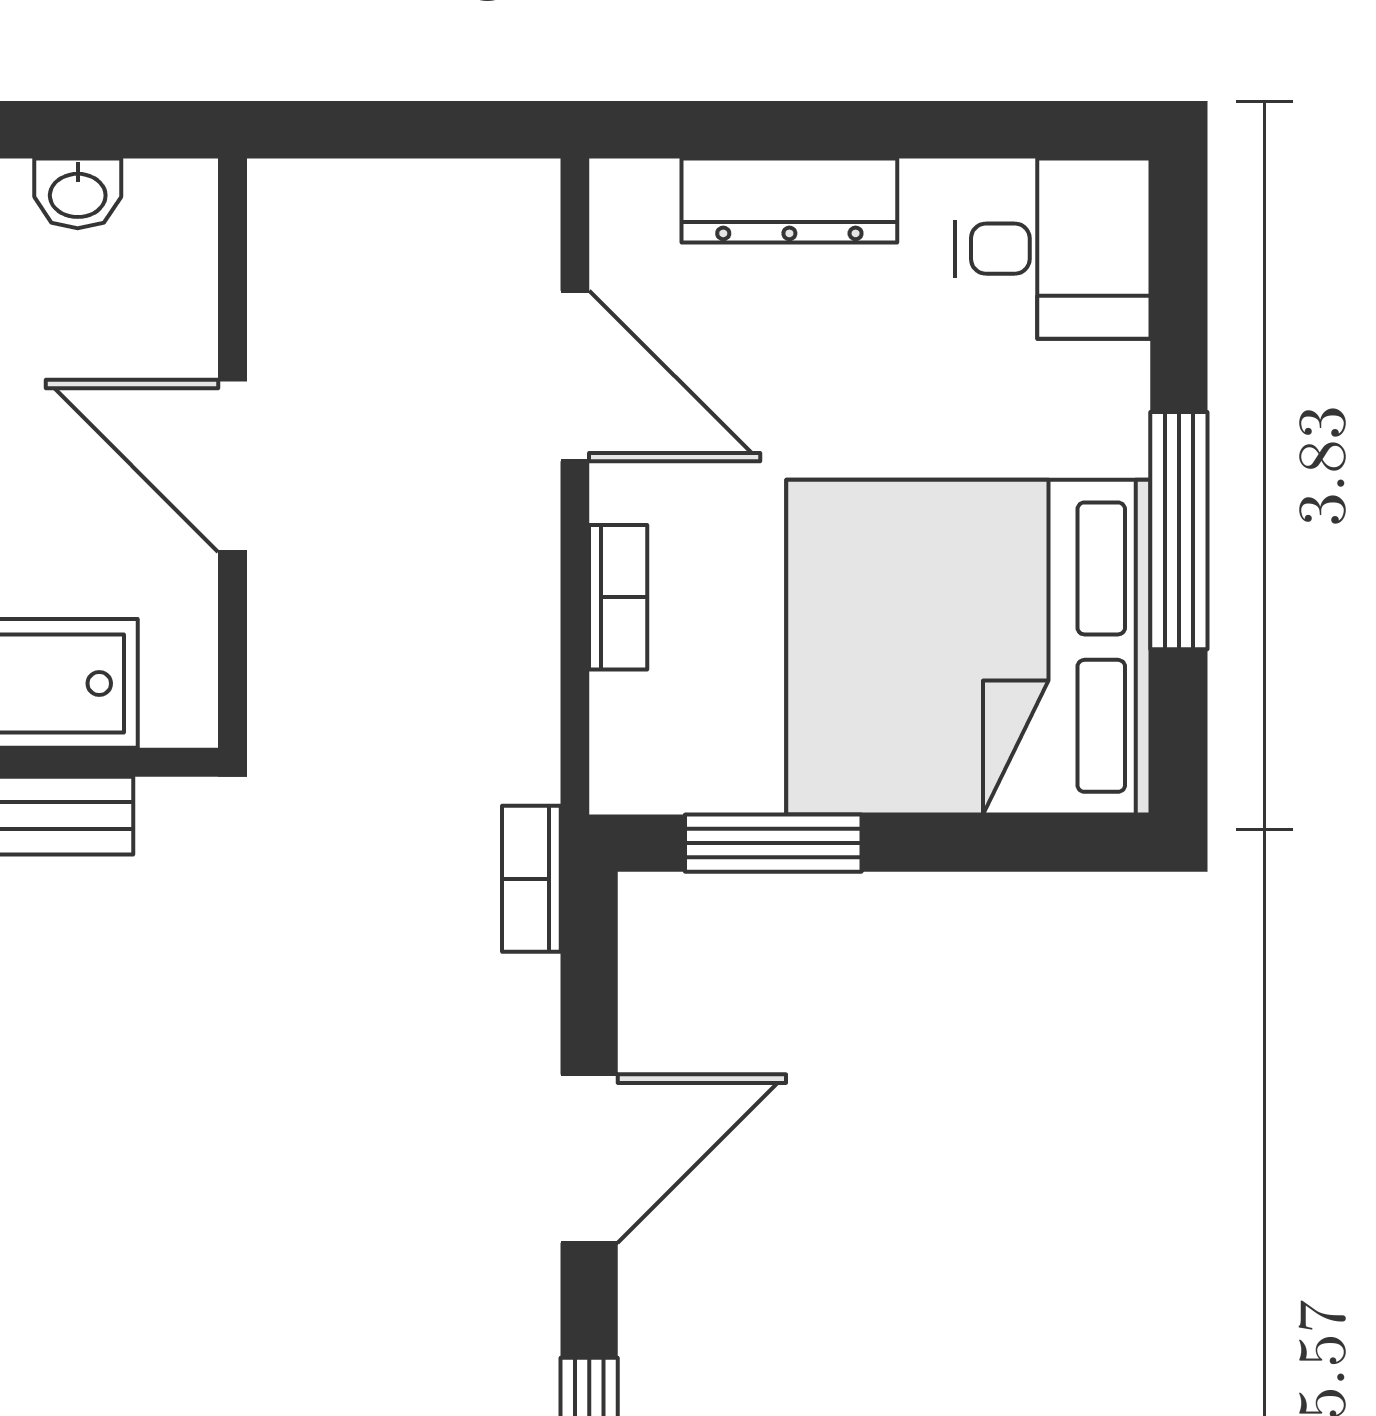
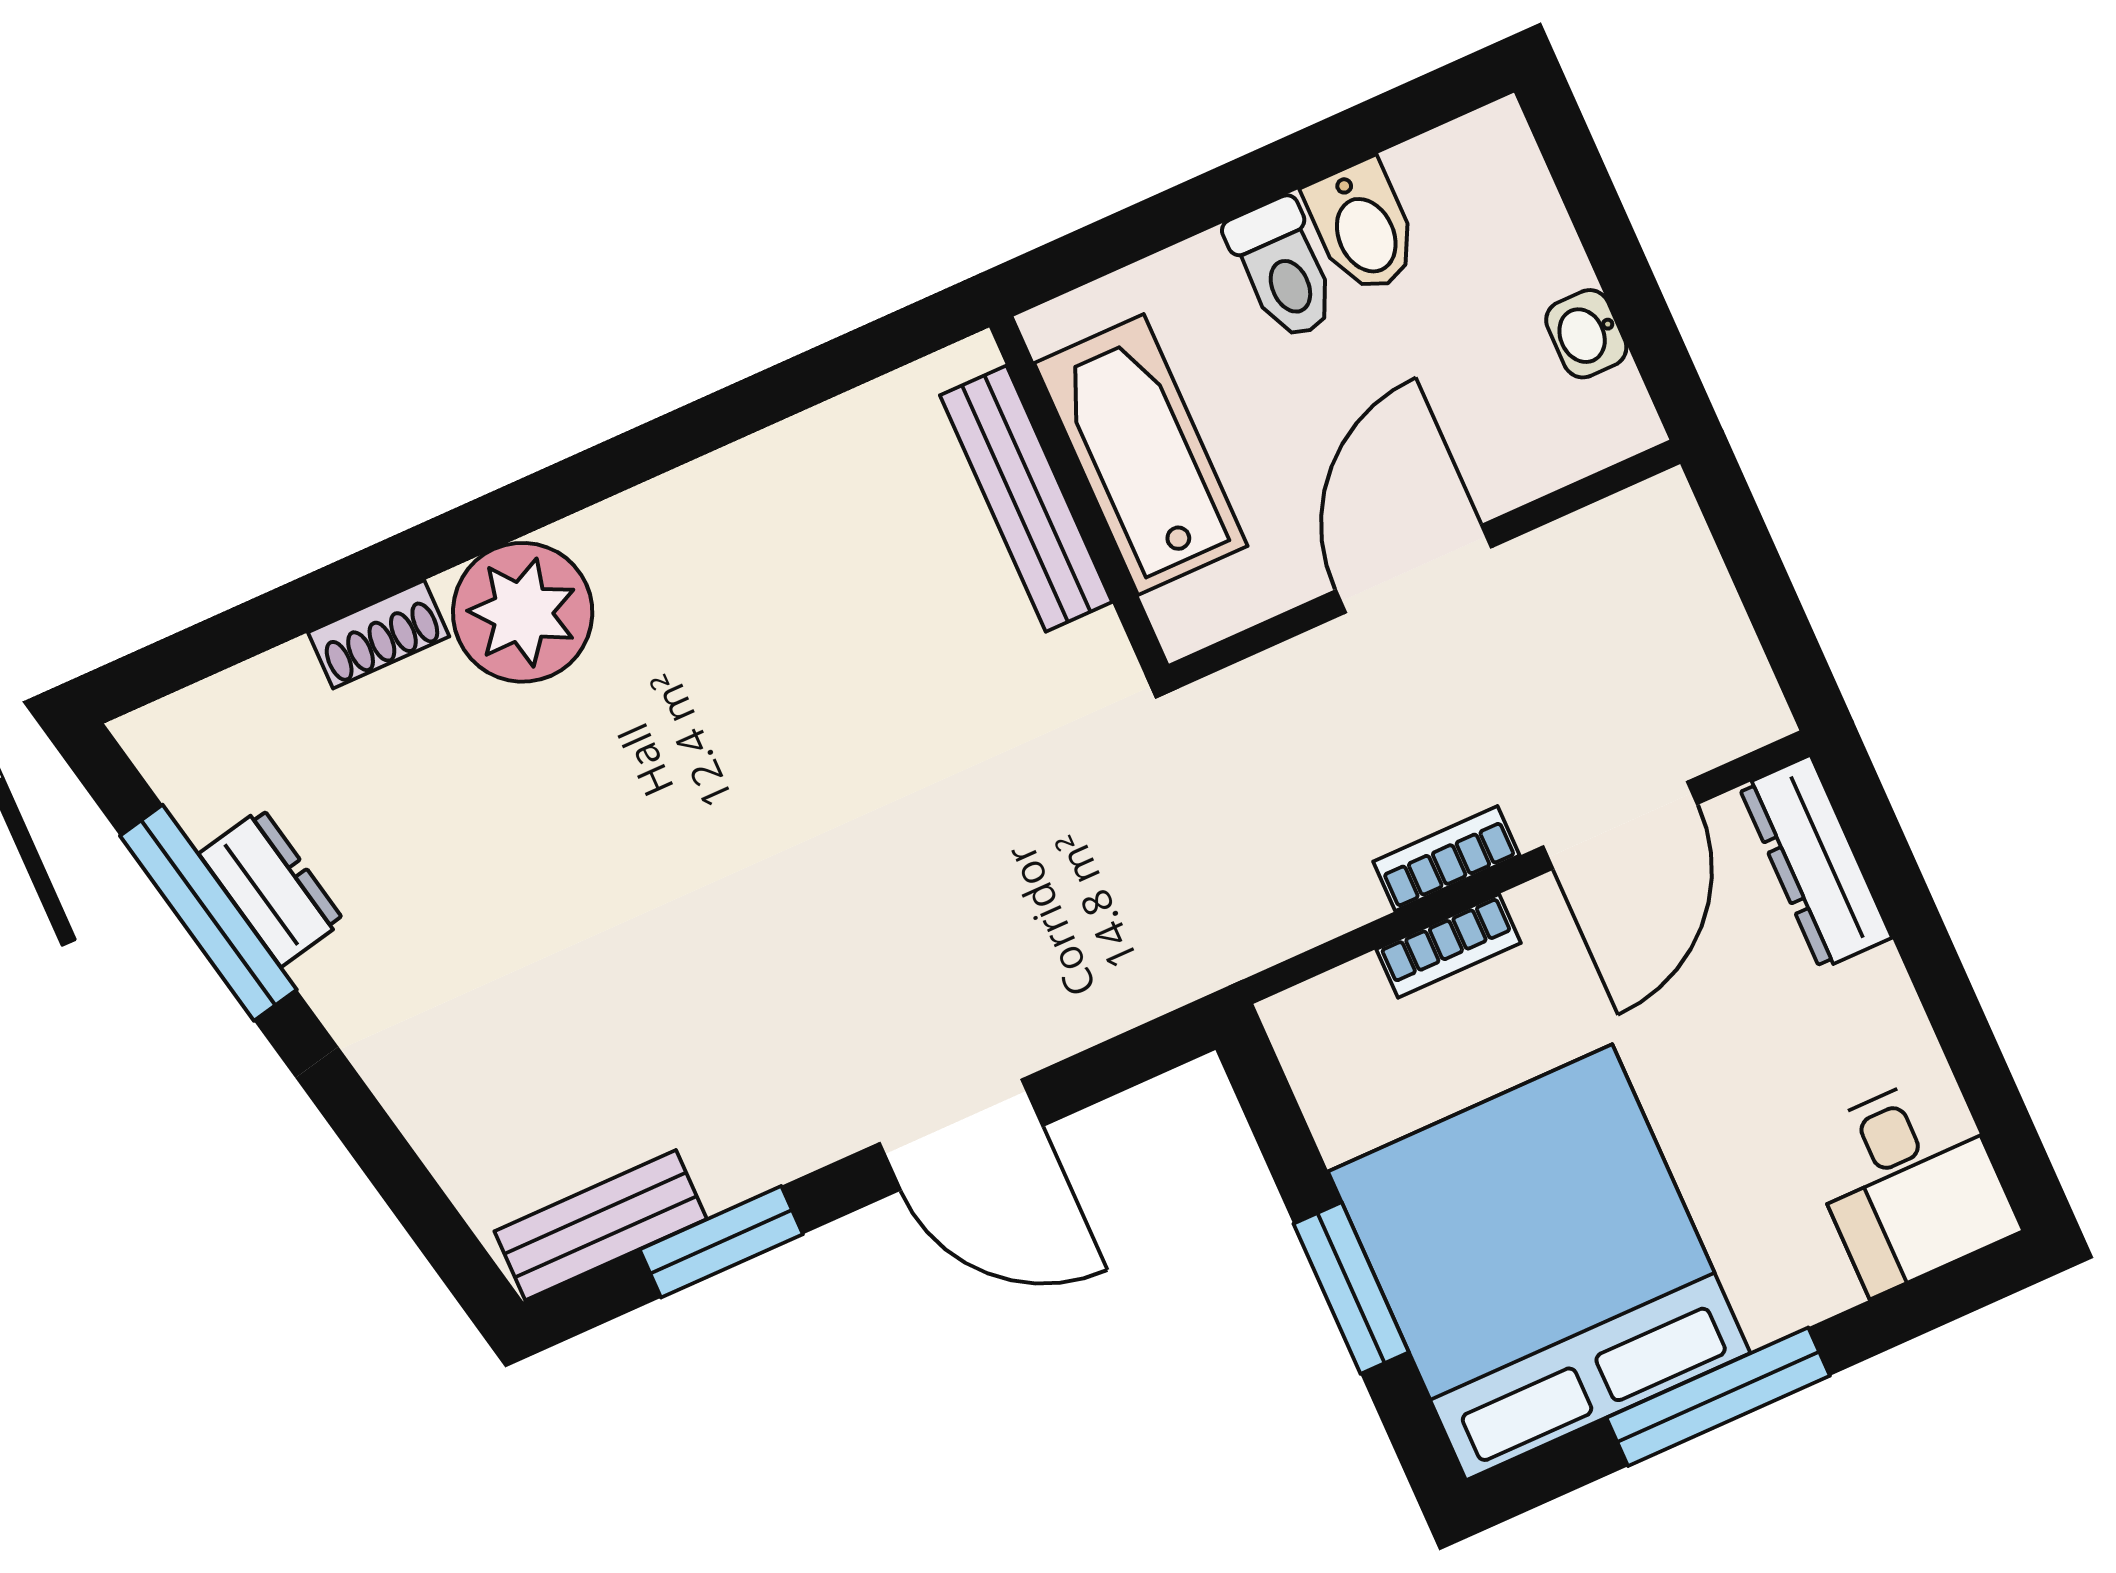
dresser: (789, 200) -> (1815, 862), moved
window: (773, 843) -> (1351, 1288), moved
bookcase: (531, 879) -> (1446, 859), moved

